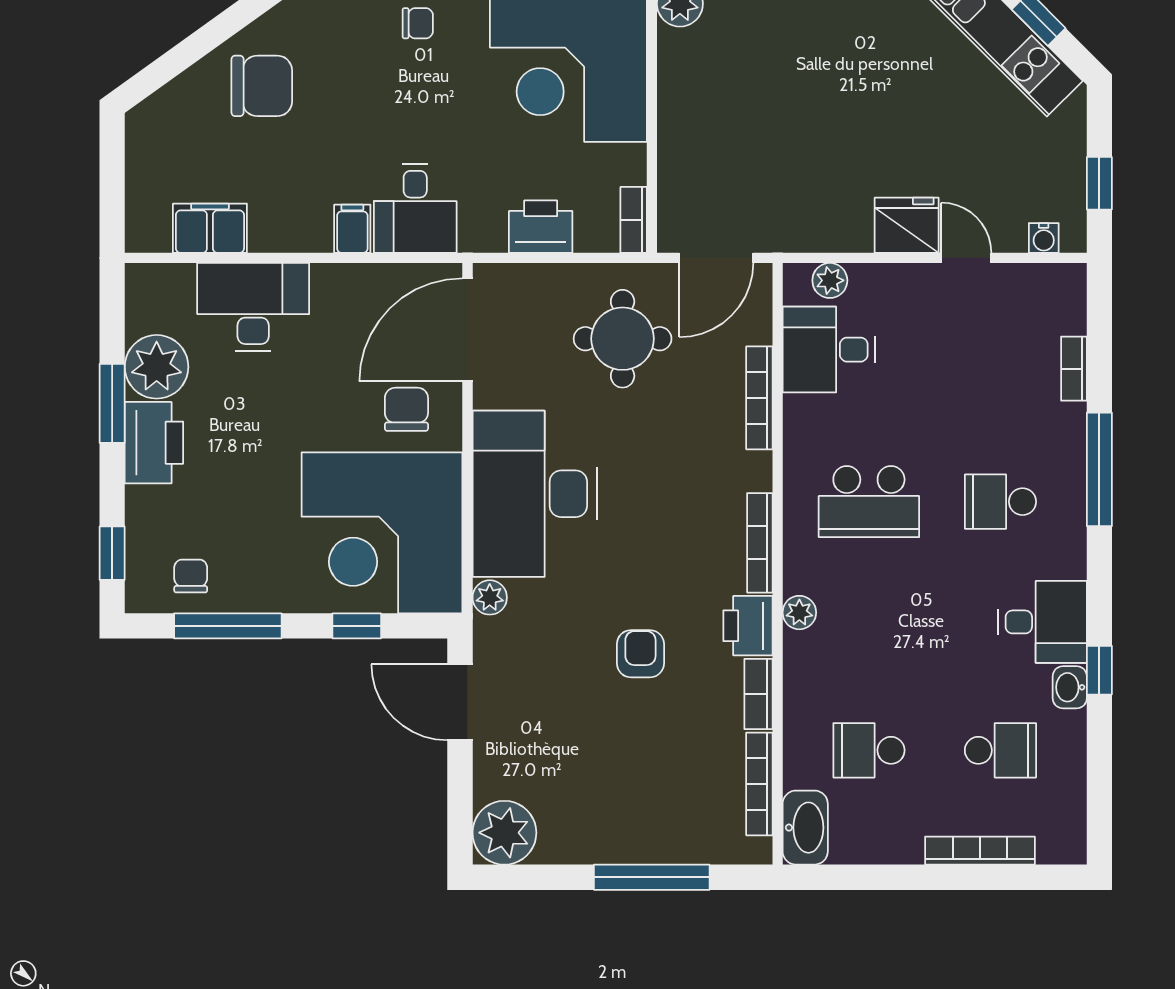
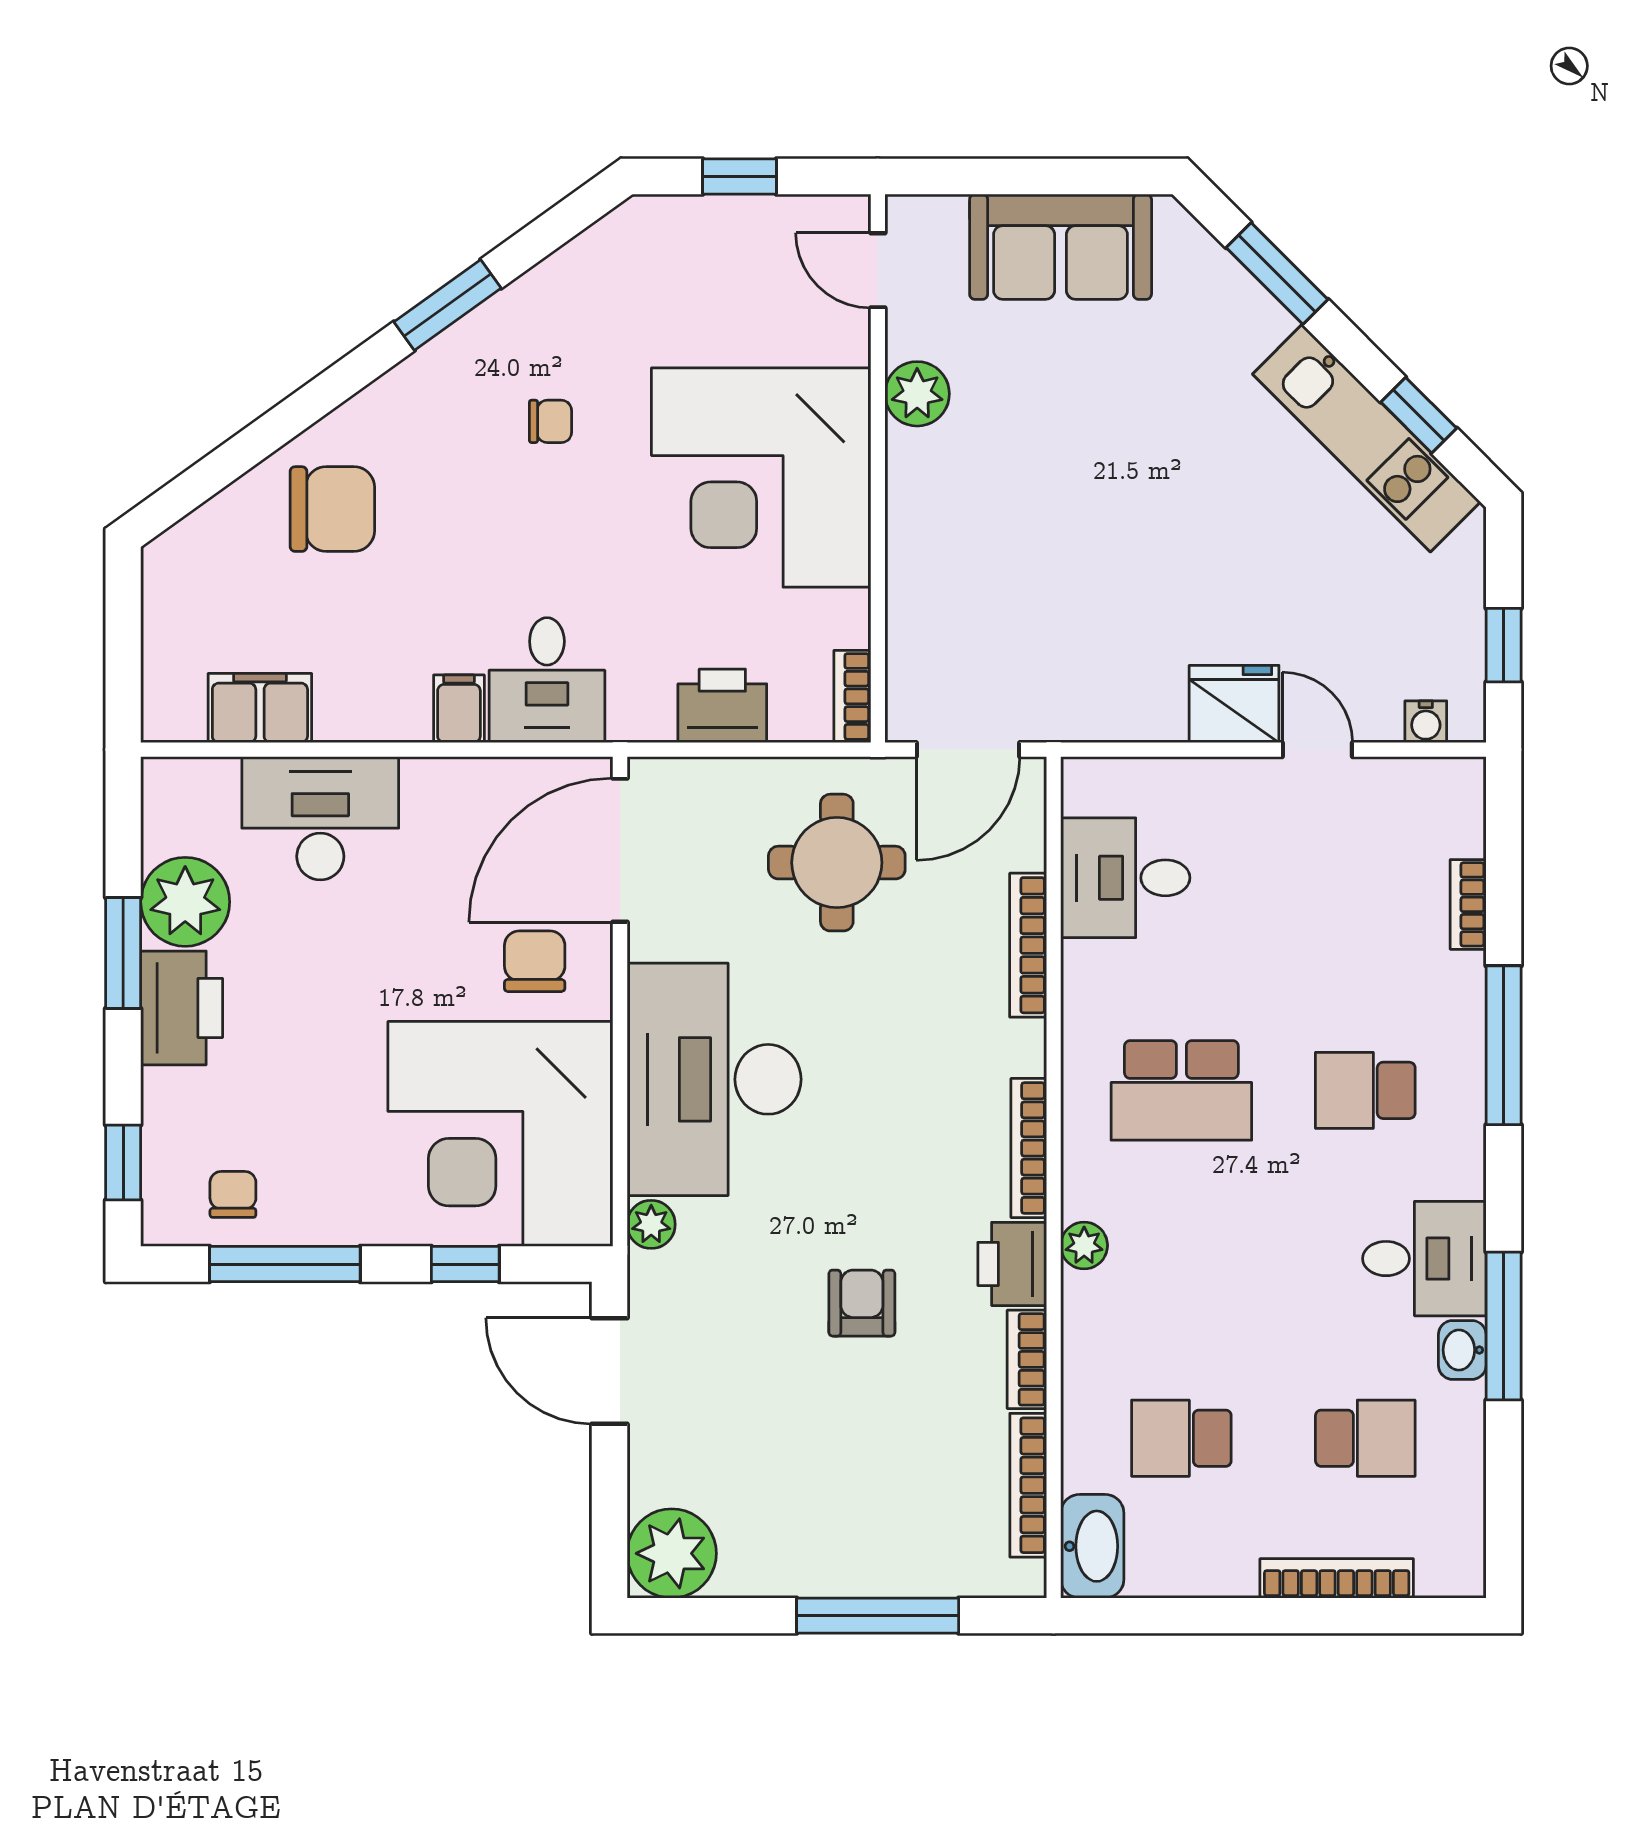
plant: (830, 280) -> (1127, 781), removed
window: (1099, 670) -> (1504, 1326), width x2.17

